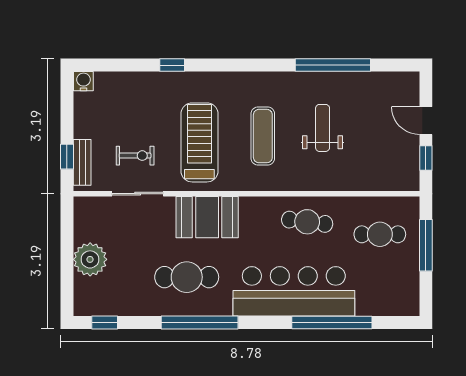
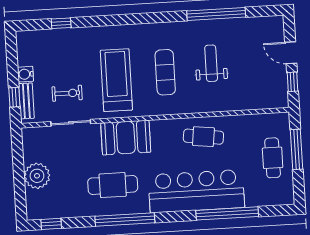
window: (172, 65) -> (61, 23), moved
water cooler: (83, 81) -> (26, 74), moved, turned -90
cafe table: (380, 234) -> (273, 158), moved, turned 90

